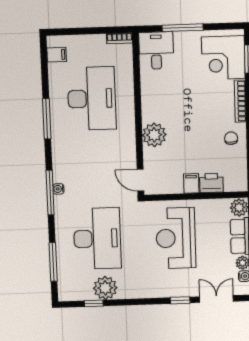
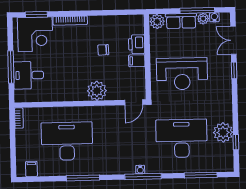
desk: (156, 51) -> (29, 75), moved
chair: (231, 138) -> (103, 50), moved

